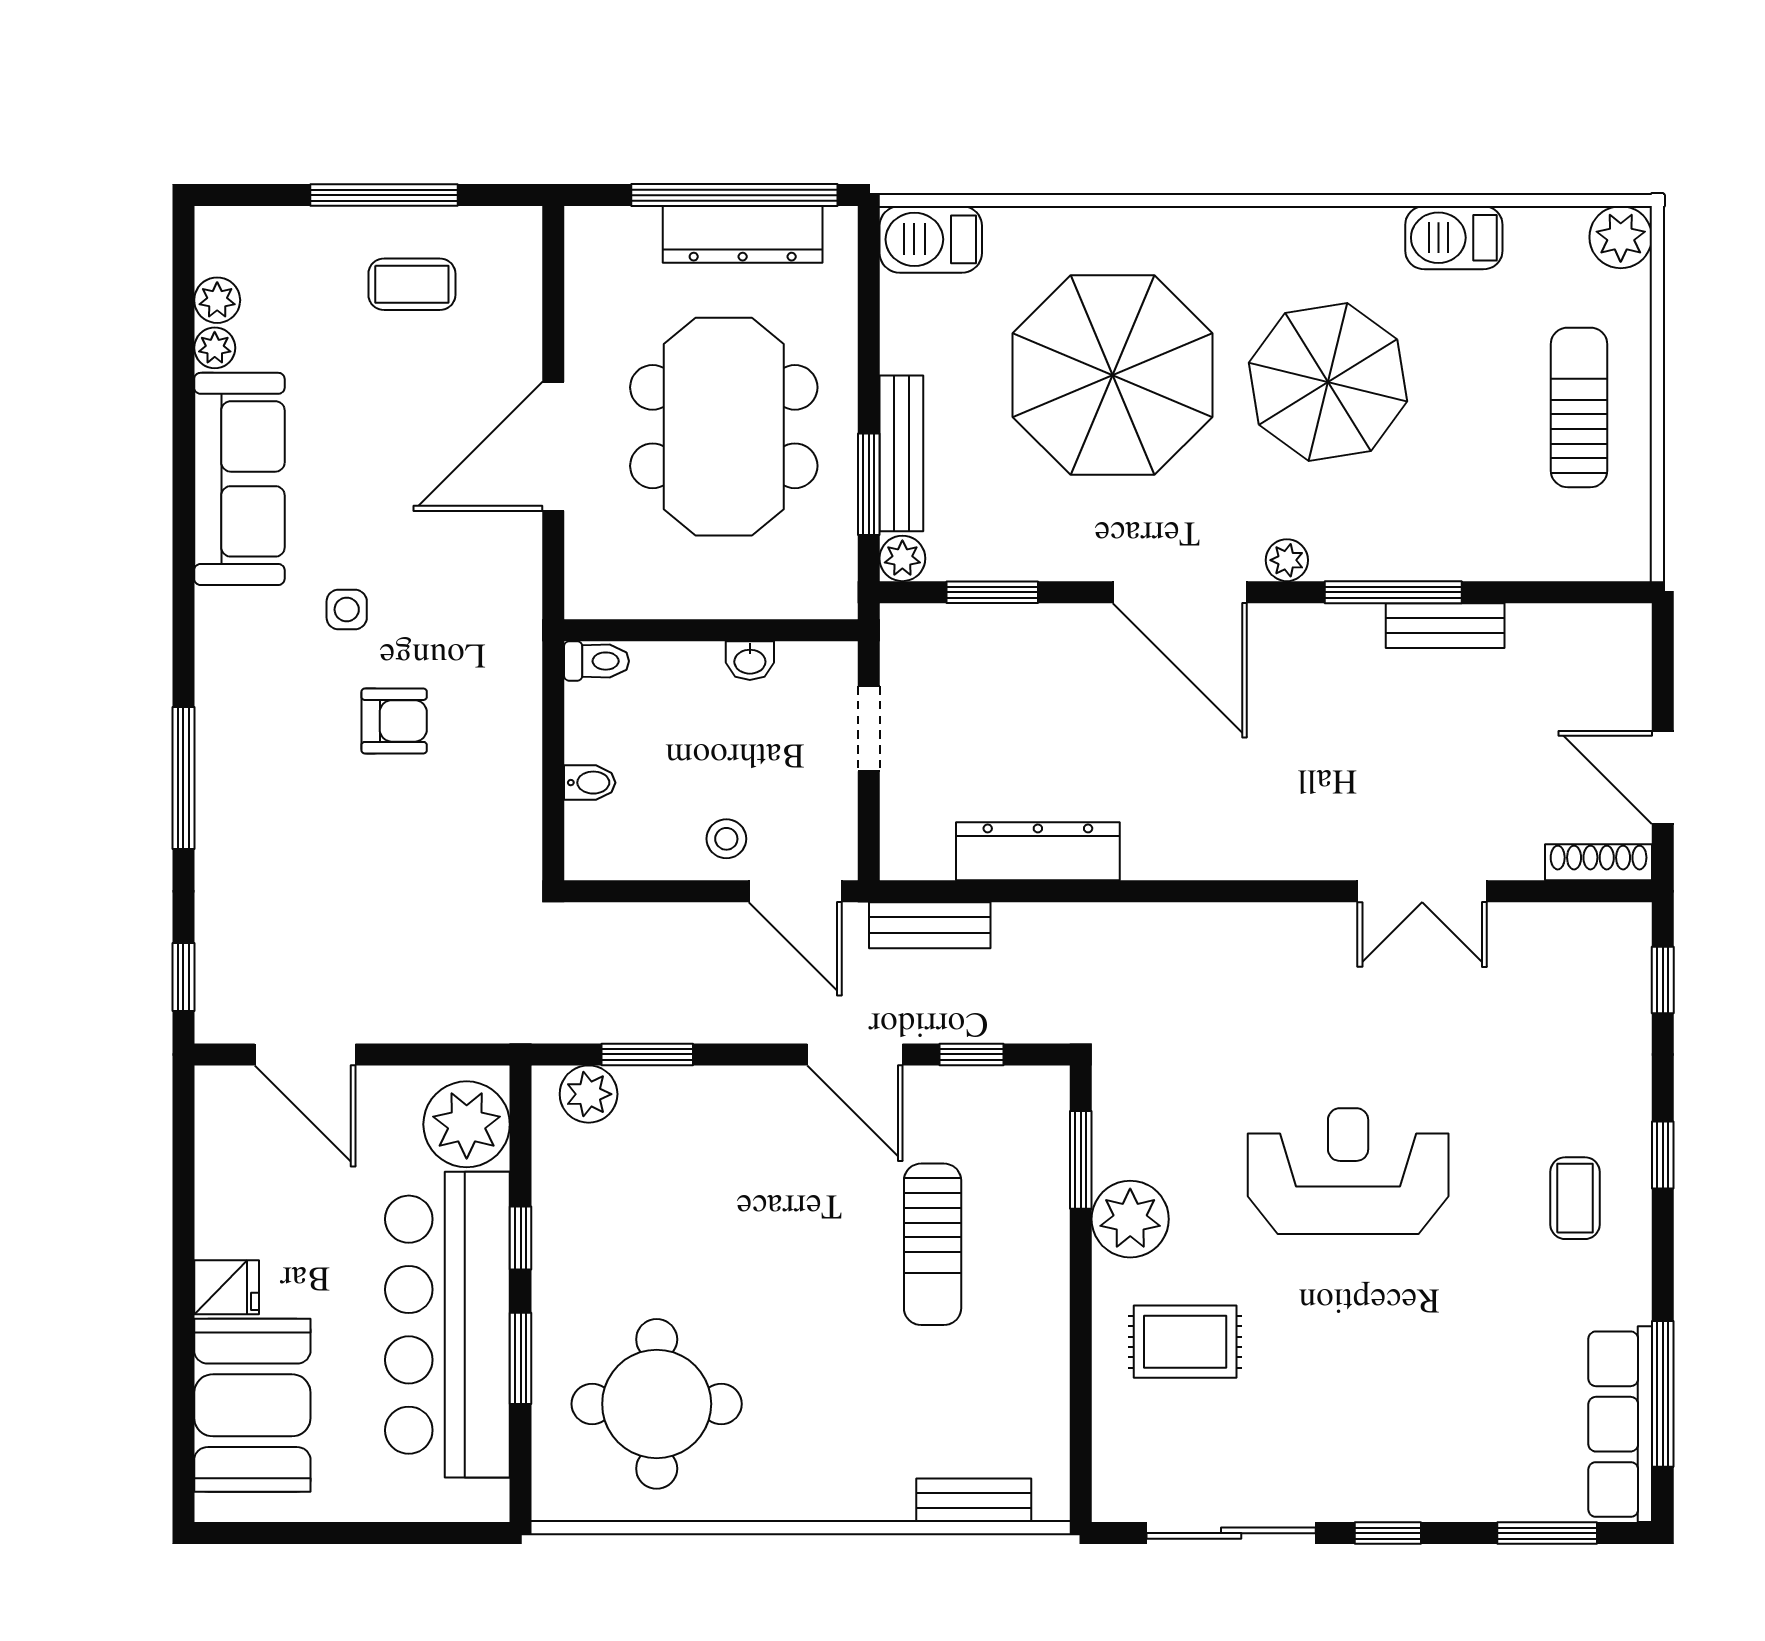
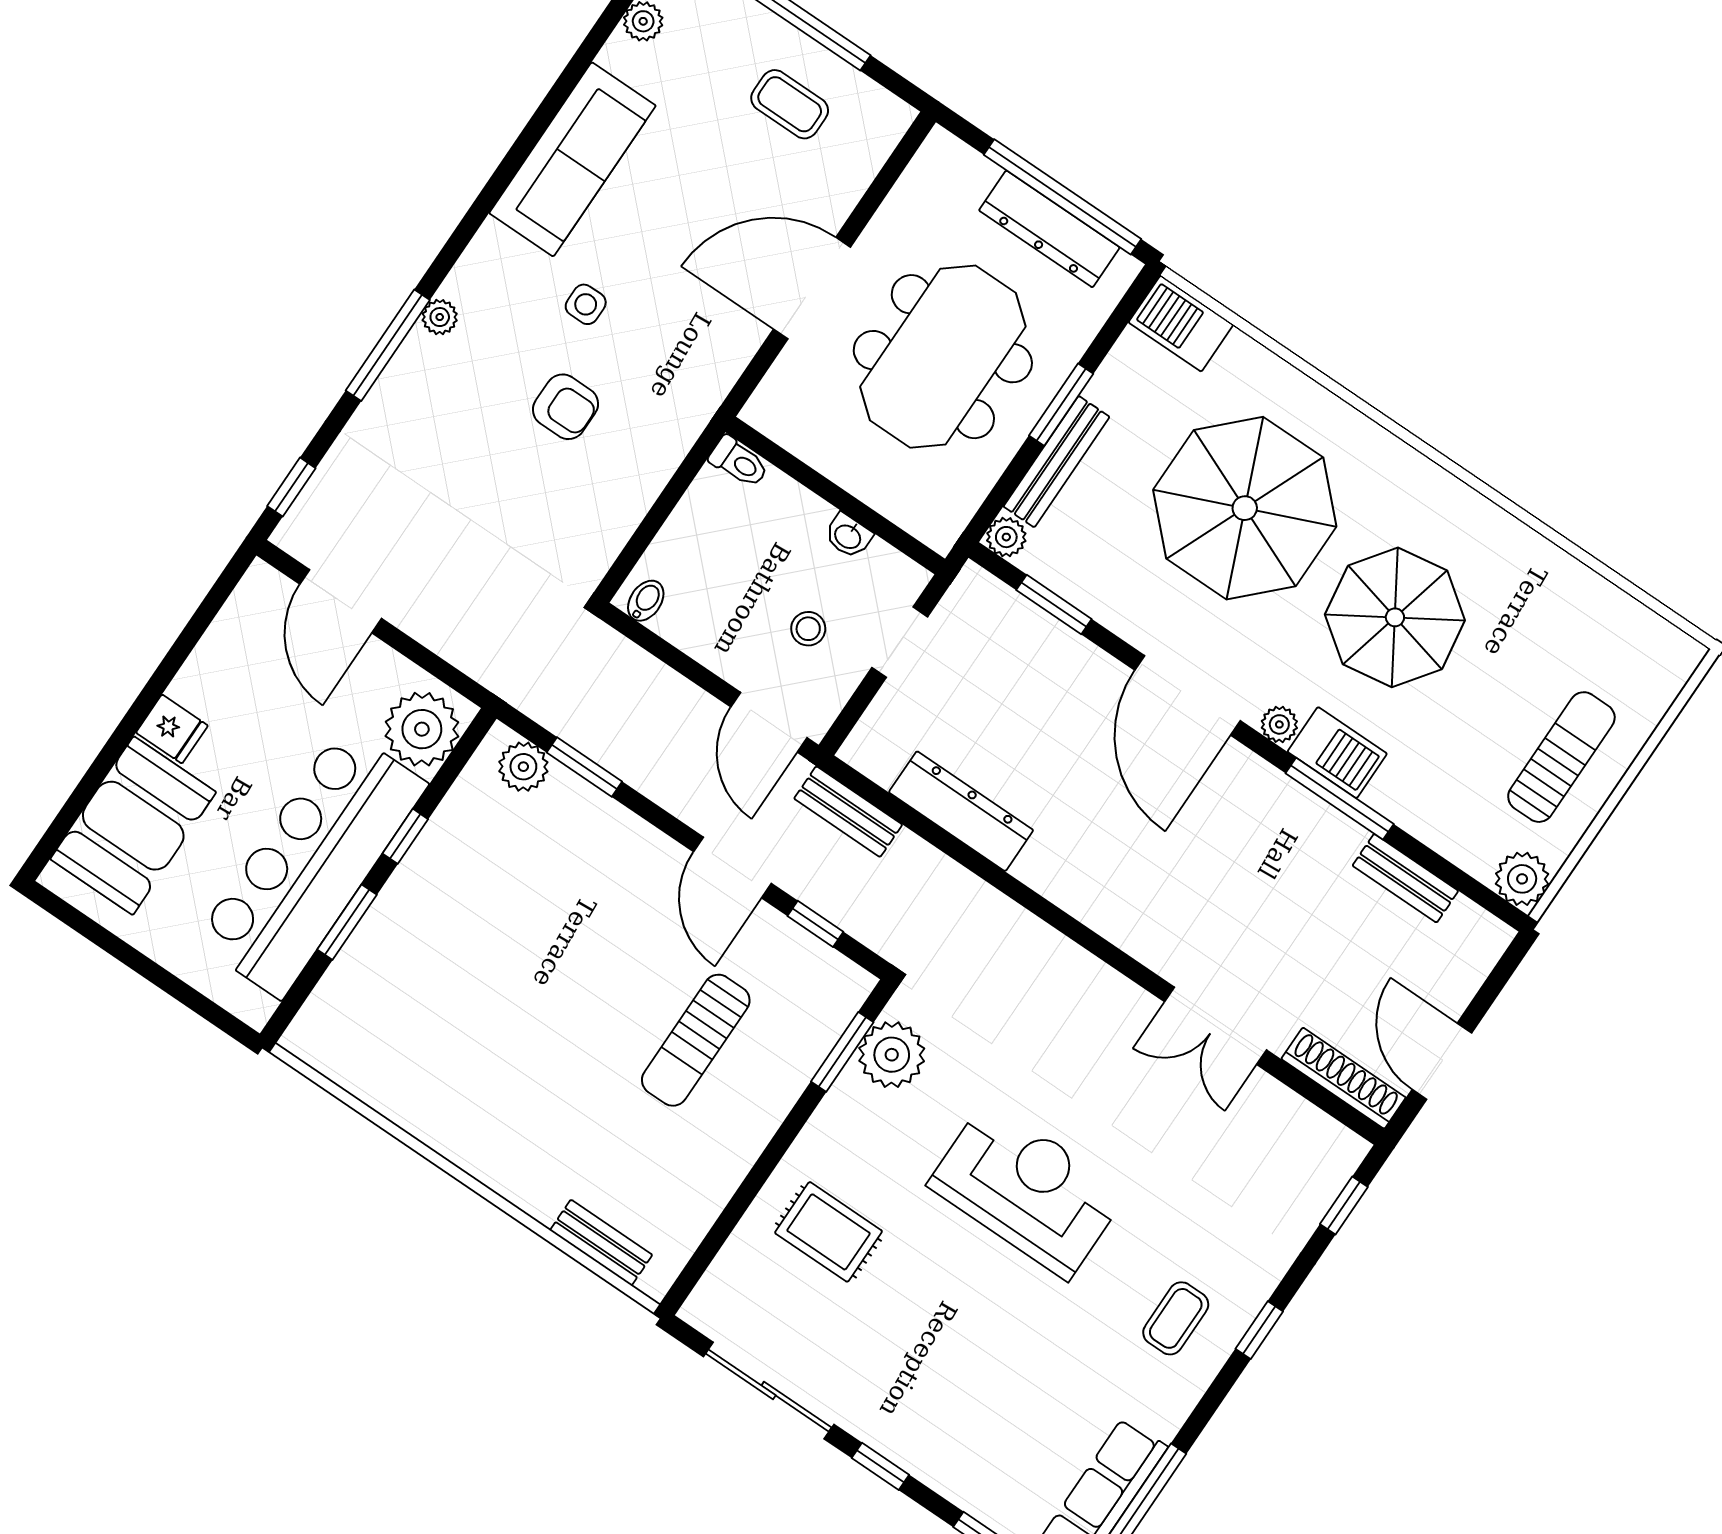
plant: (1621, 237) -> (1522, 879), moved
barbecue: (1454, 238) -> (1337, 753), moved, turned 180
plant: (215, 348) -> (440, 317), moved
window: (869, 484) -> (1061, 405), moved
bench: (1445, 626) -> (1405, 878), moved
bidet: (590, 783) -> (646, 601), moved, turned -90
stool: (726, 839) -> (808, 629), moved
shoe rack: (1599, 862) -> (1344, 1078), width x1.36, depth x1.24
plant: (1130, 1219) -> (892, 1055), moved
round table: (657, 1404) -> (422, 1020), removed

